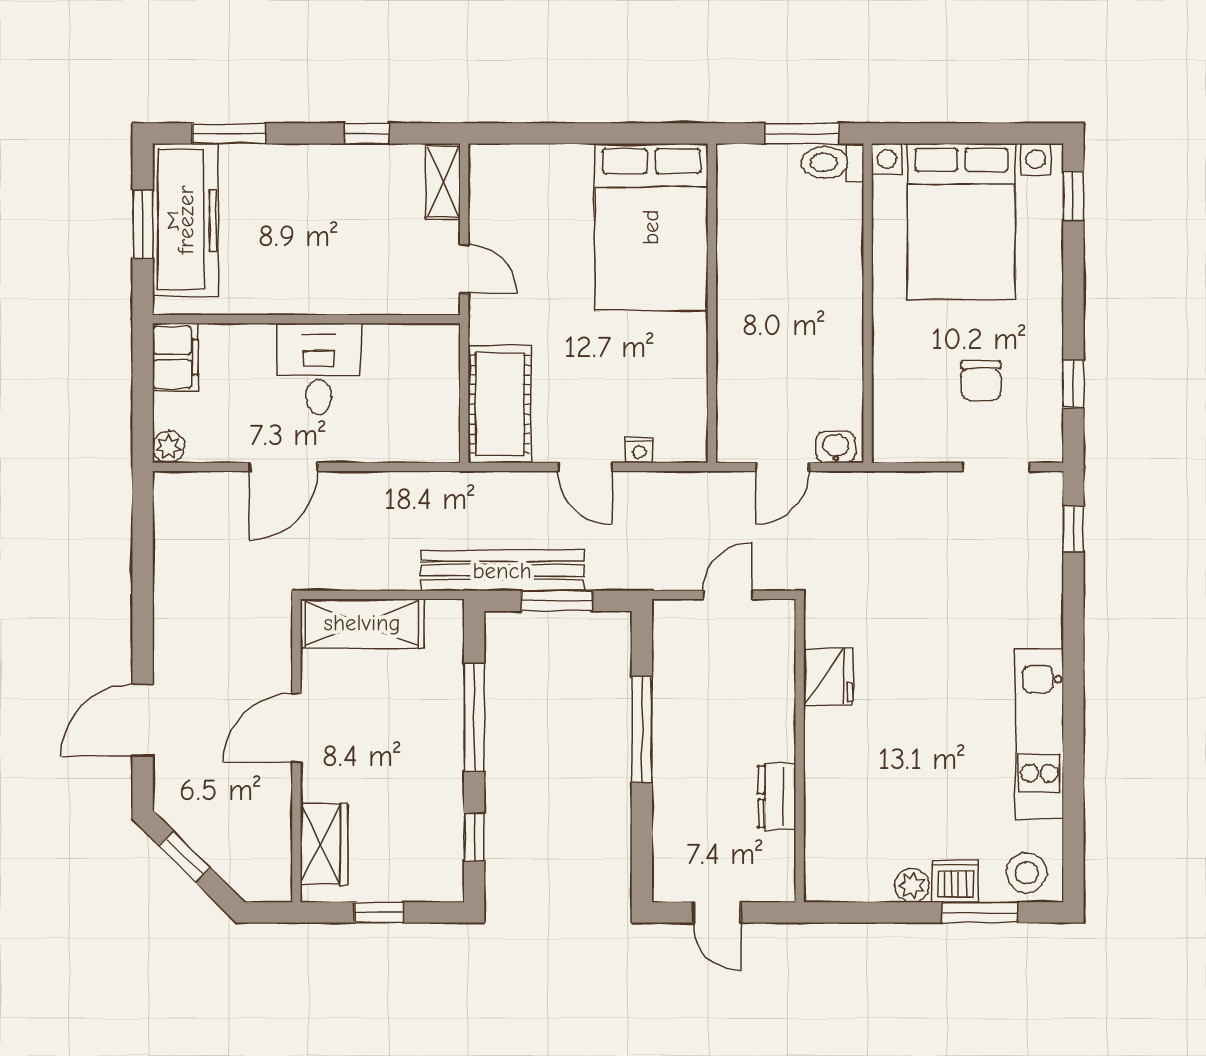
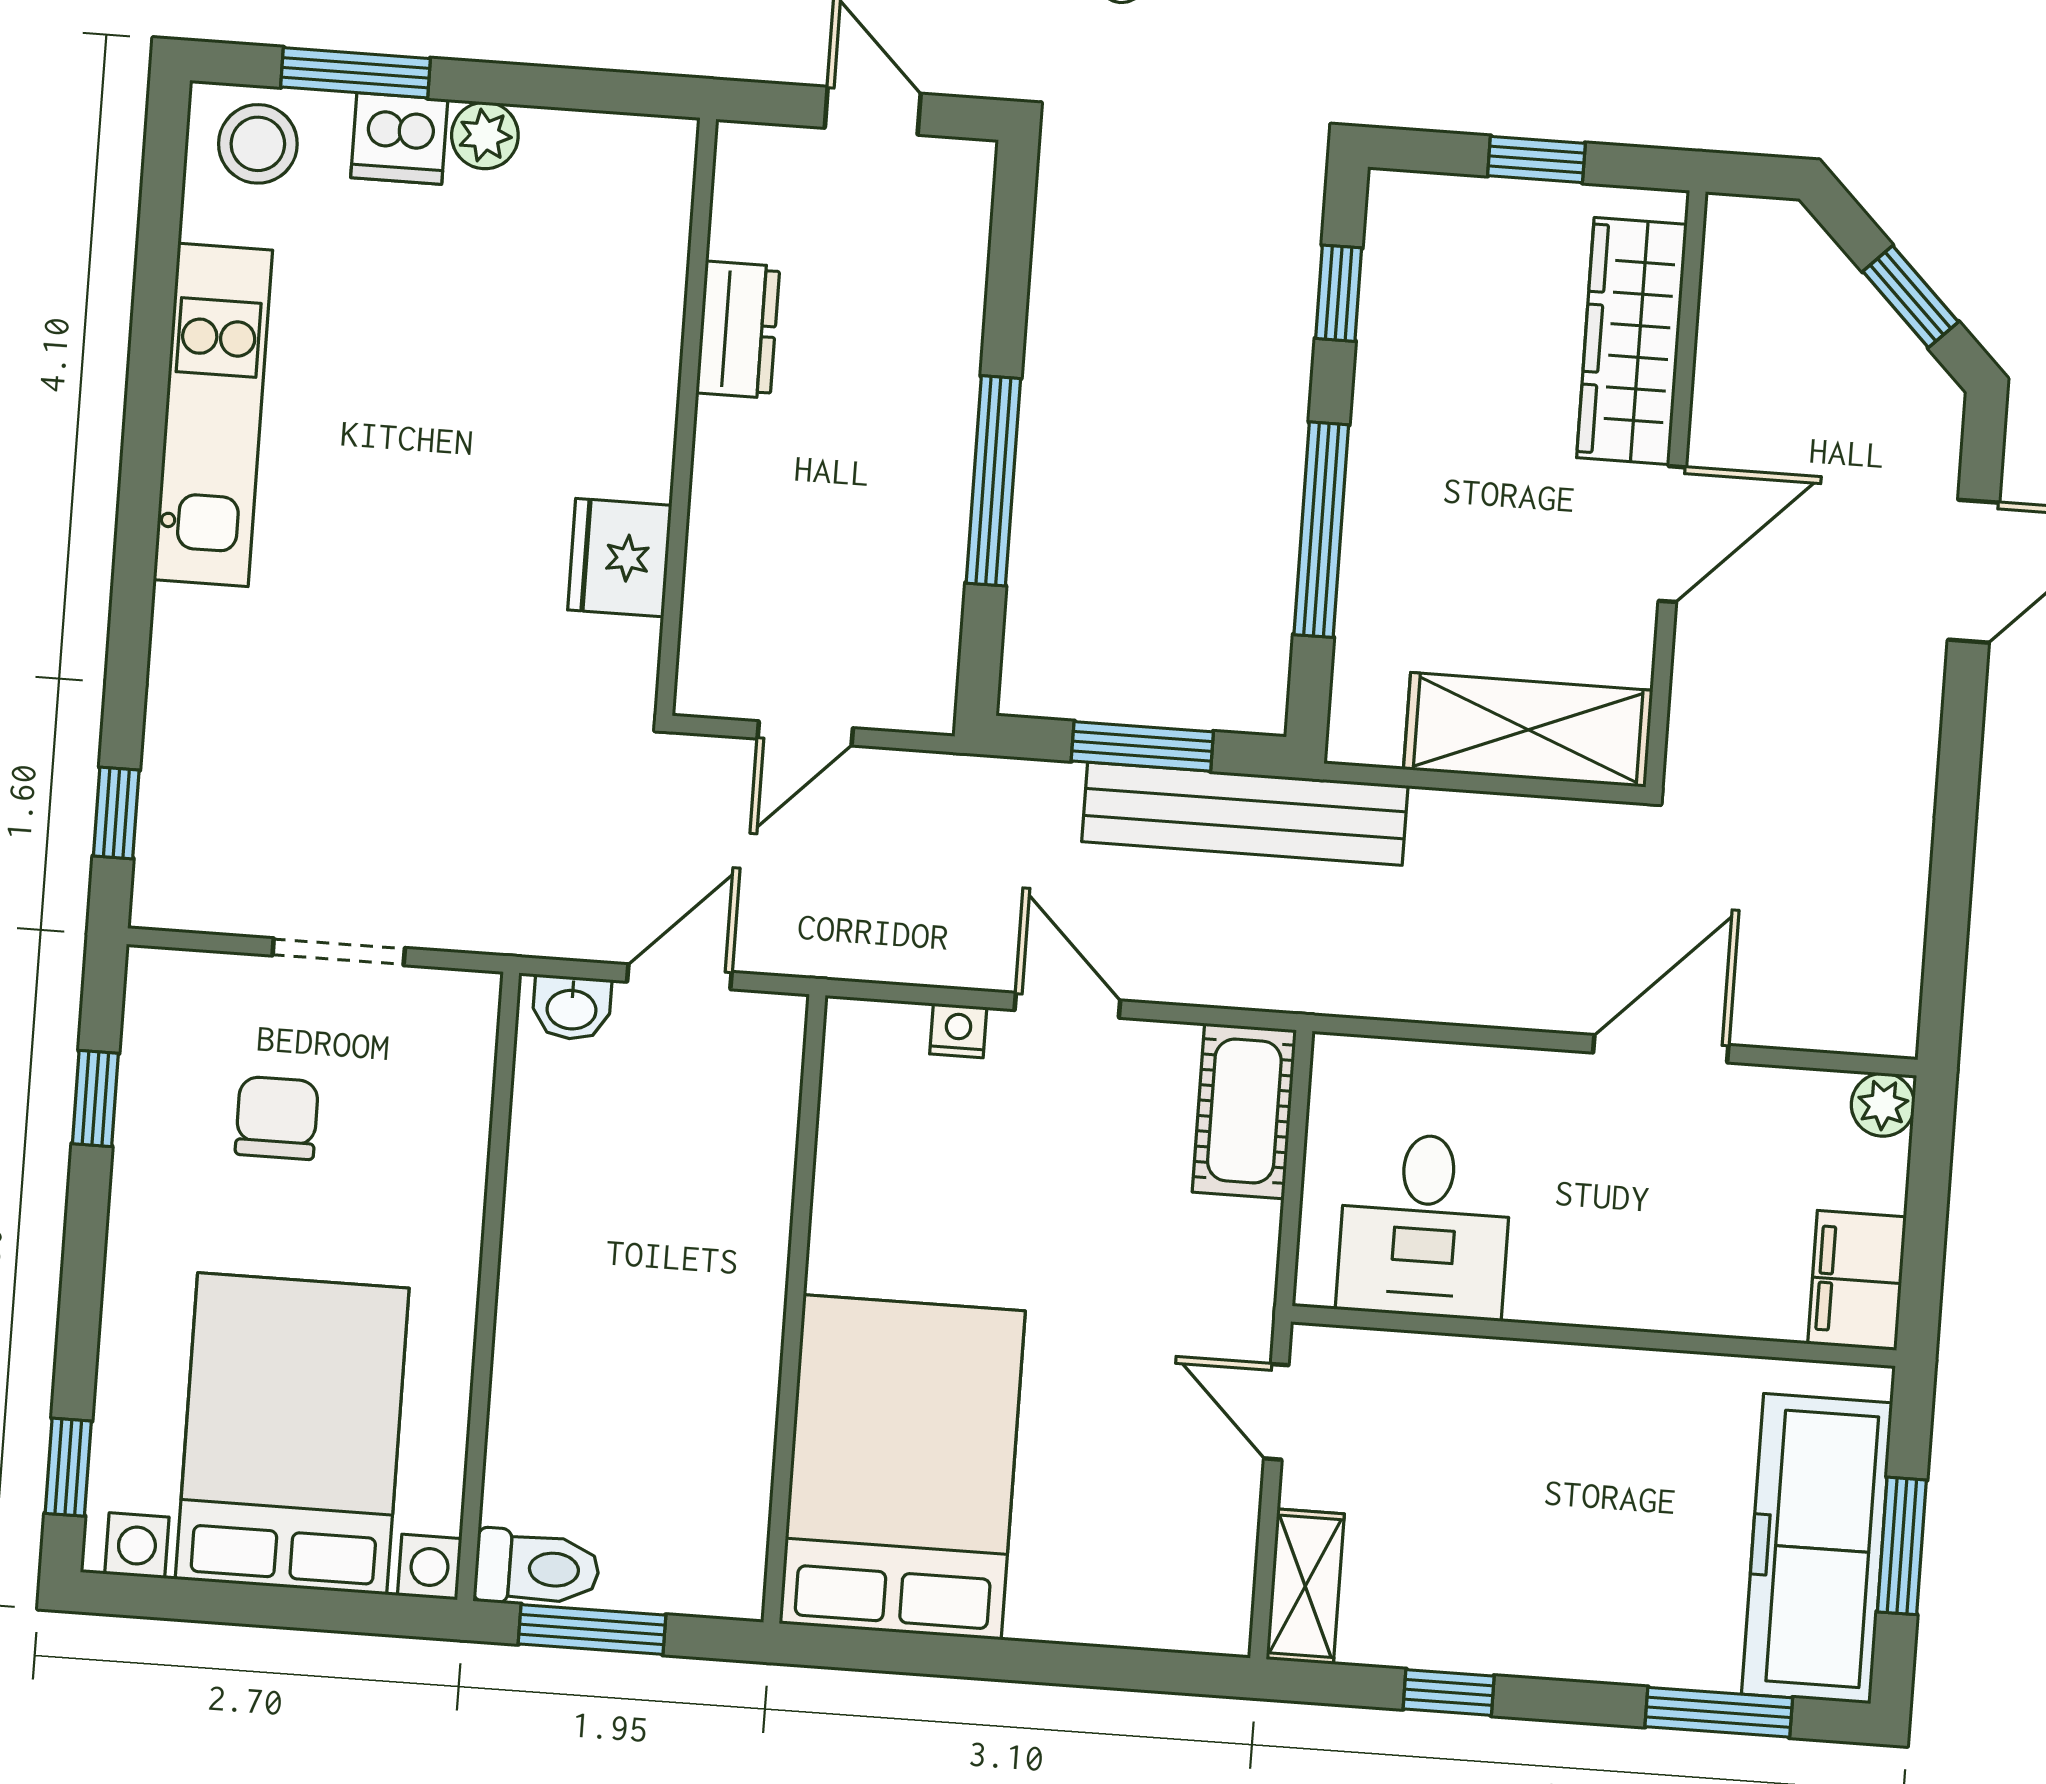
desk: (319, 369) -> (1425, 1226), moved
cot: (499, 404) -> (1244, 1111), width x0.73, depth x0.75
doorway: (996, 467) -> (339, 952), moved
wardrobe: (324, 844) -> (1632, 341), width x1.50

